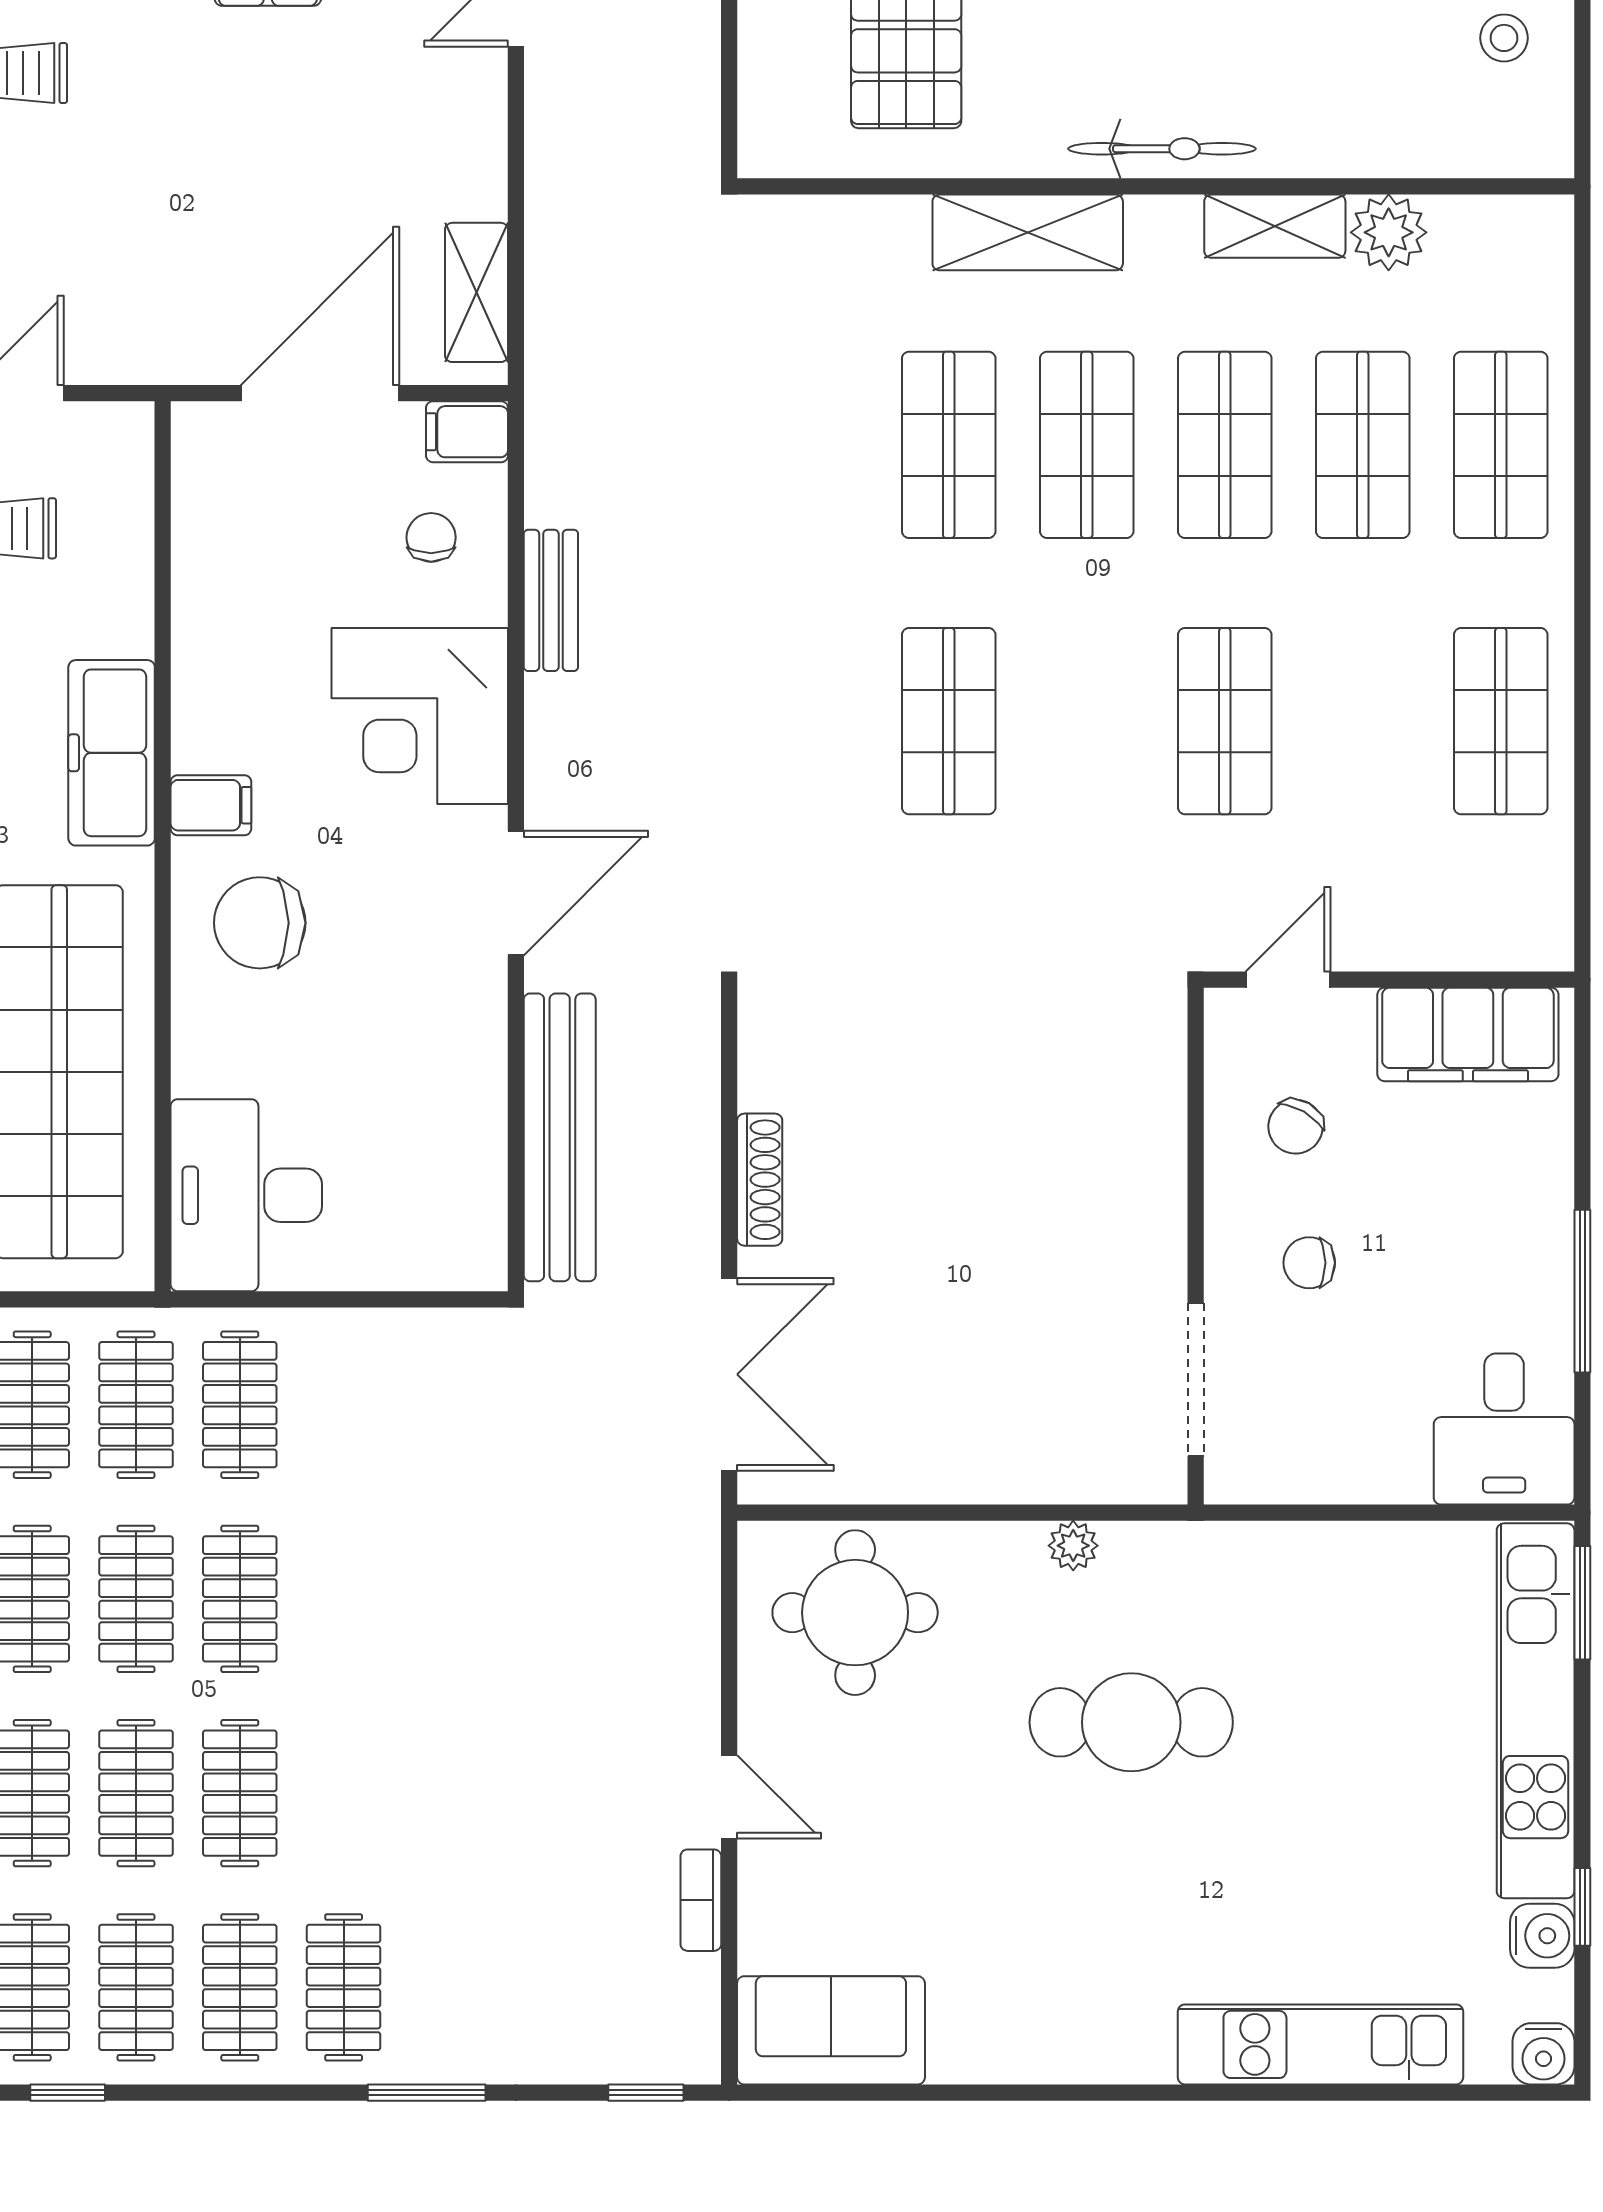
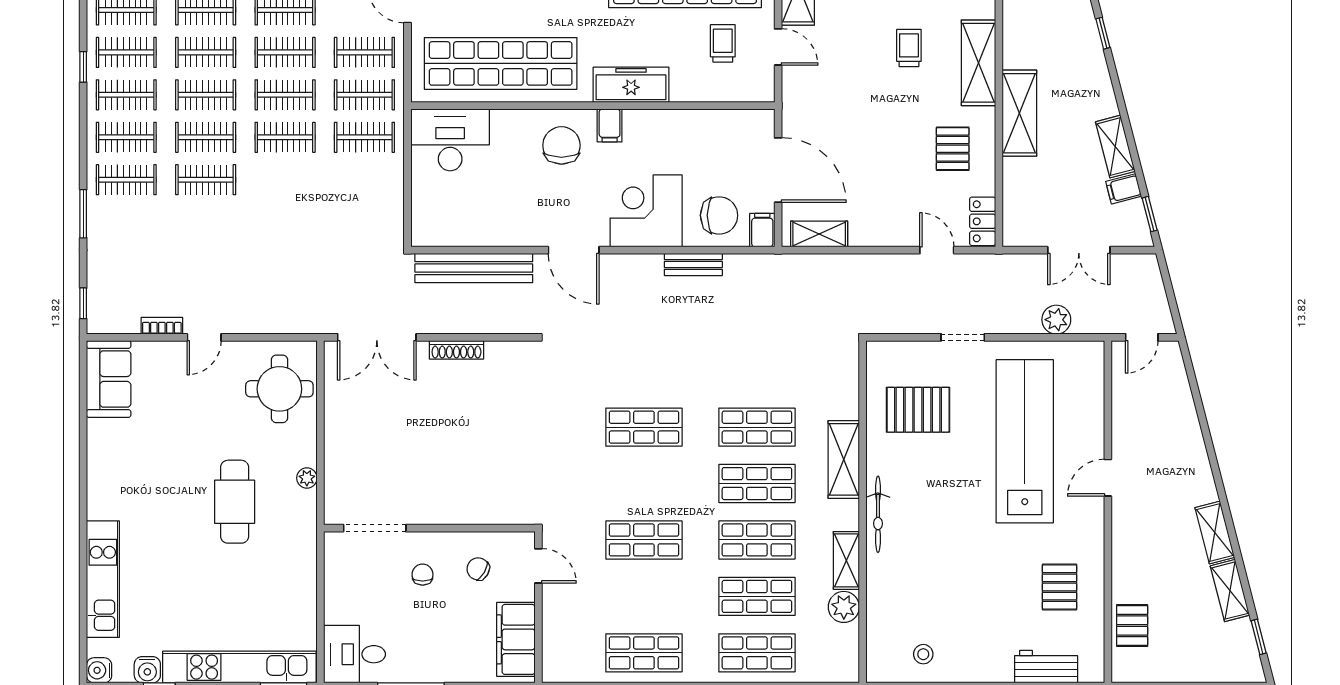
chair: (431, 537) -> (719, 215), width x1.87, depth x1.87
clothes rail: (344, 1793) -> (206, 180), added

